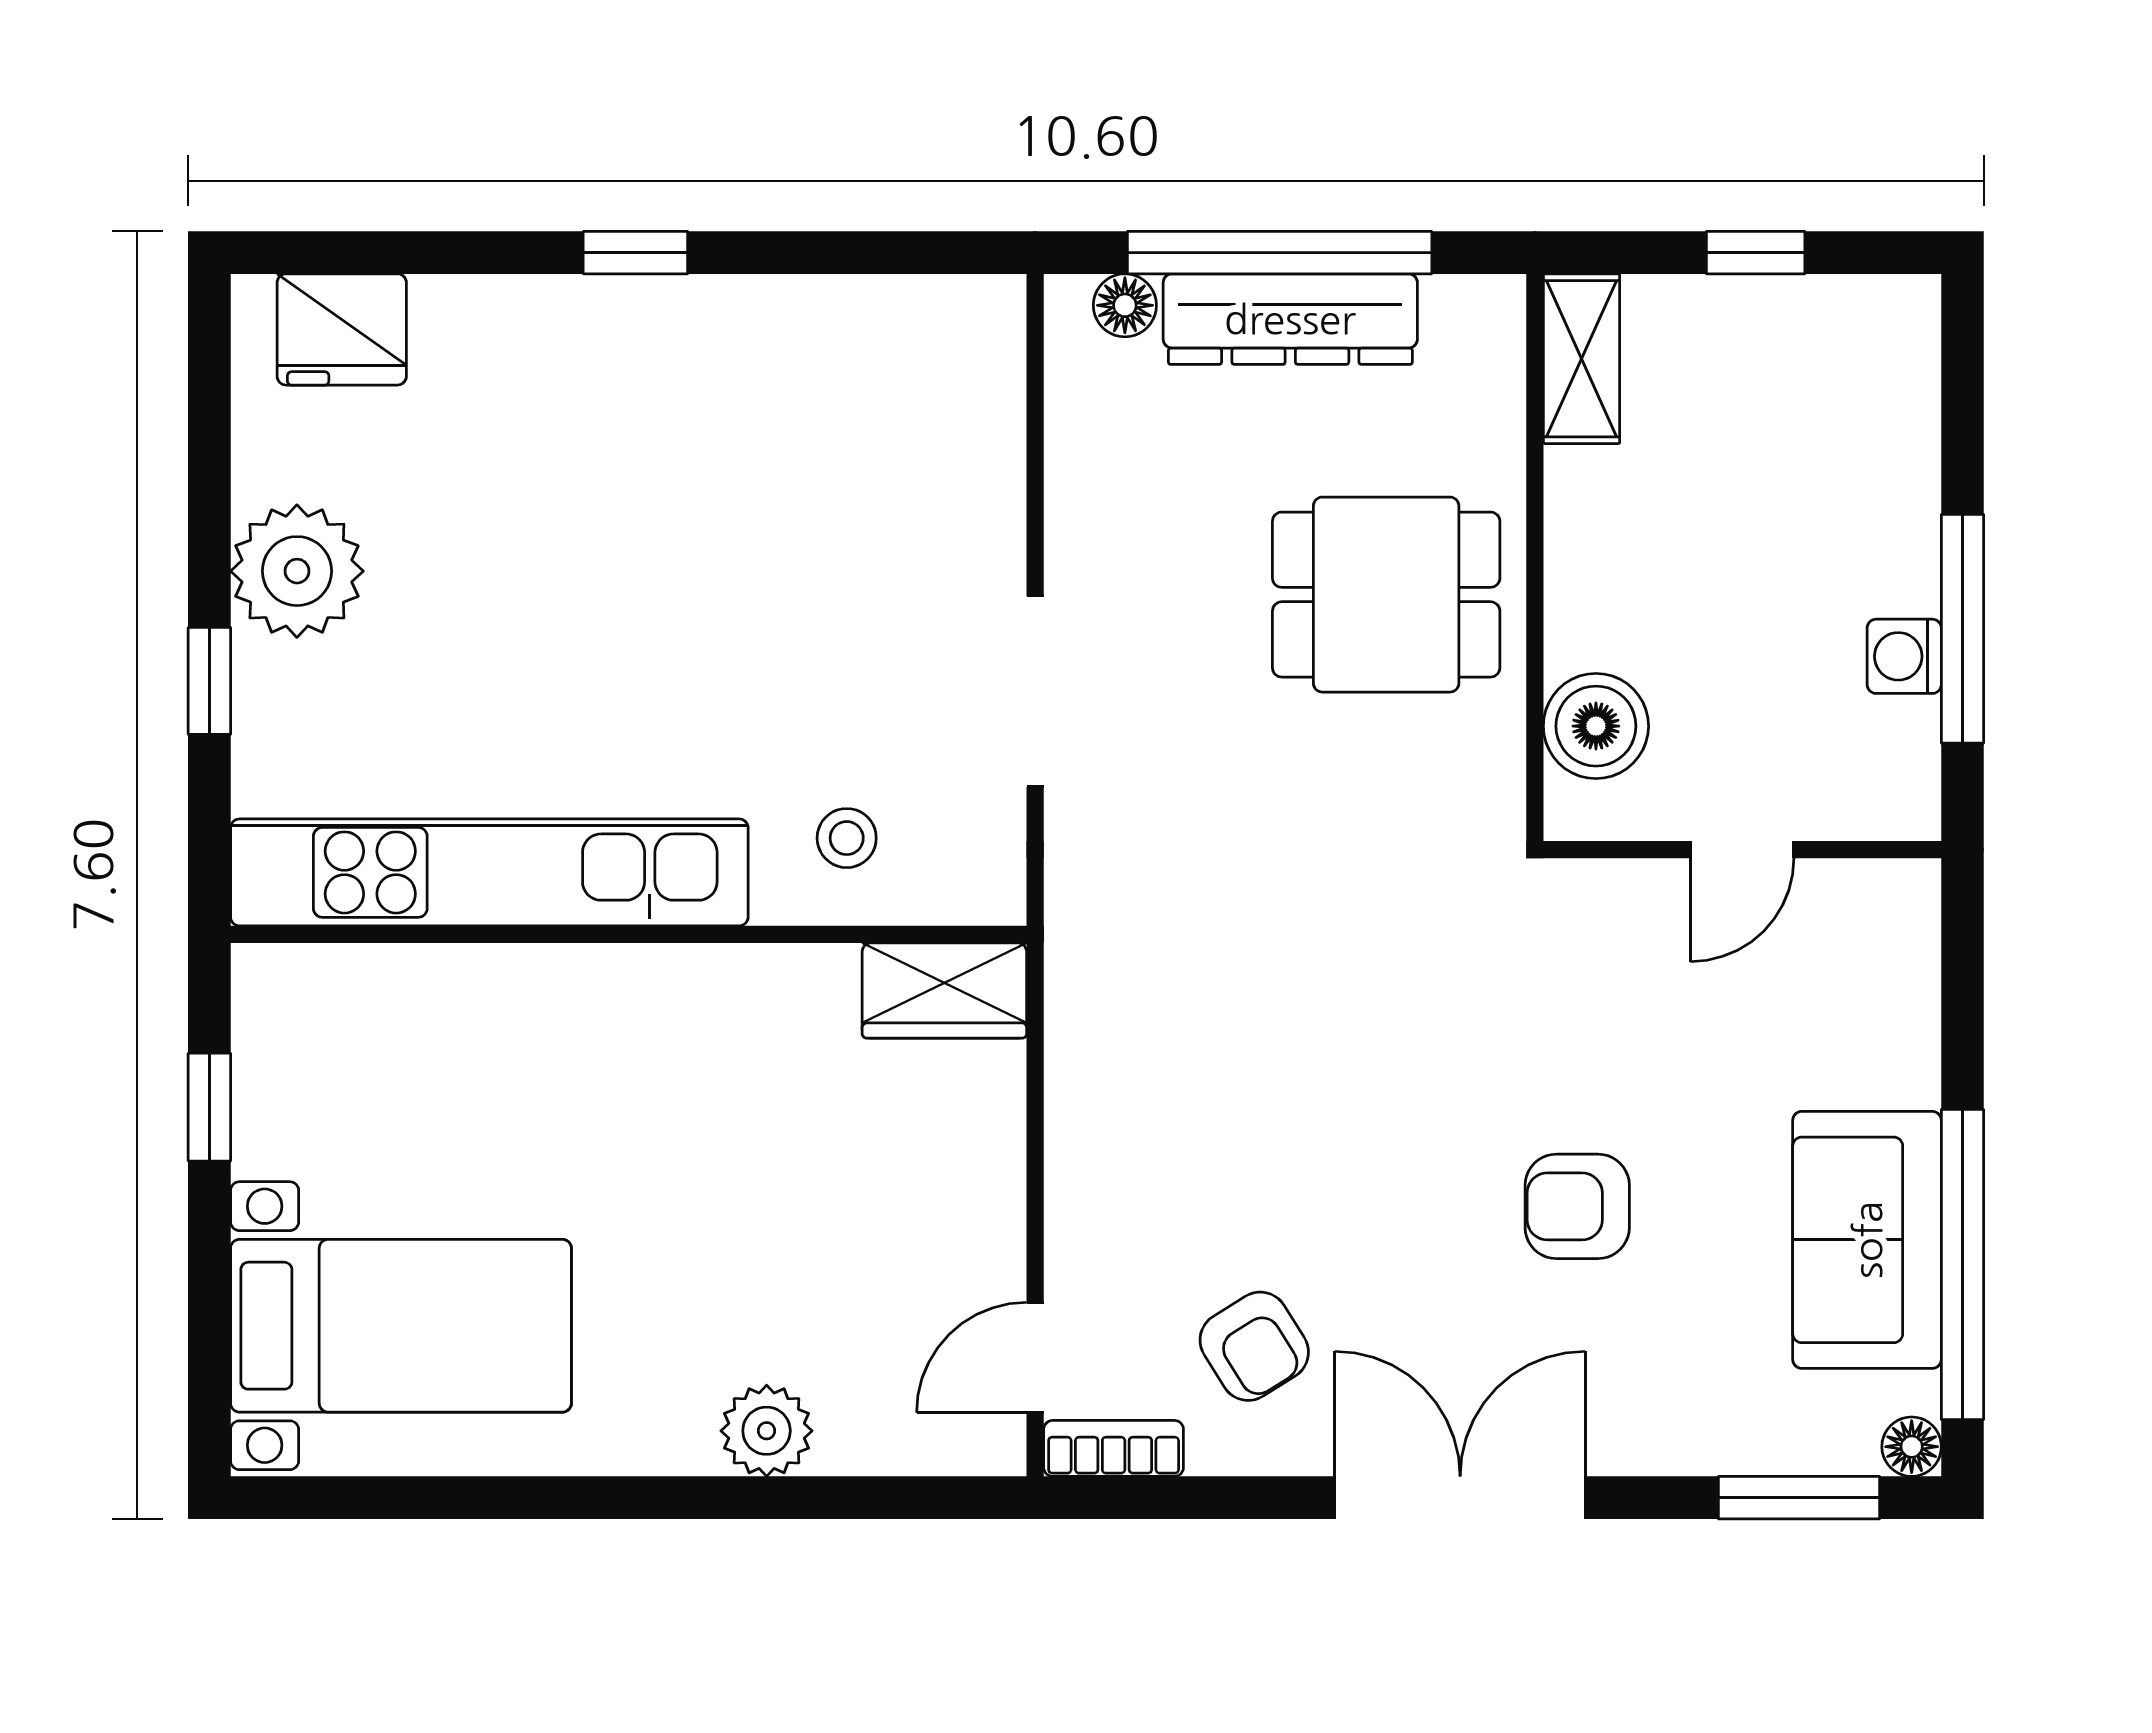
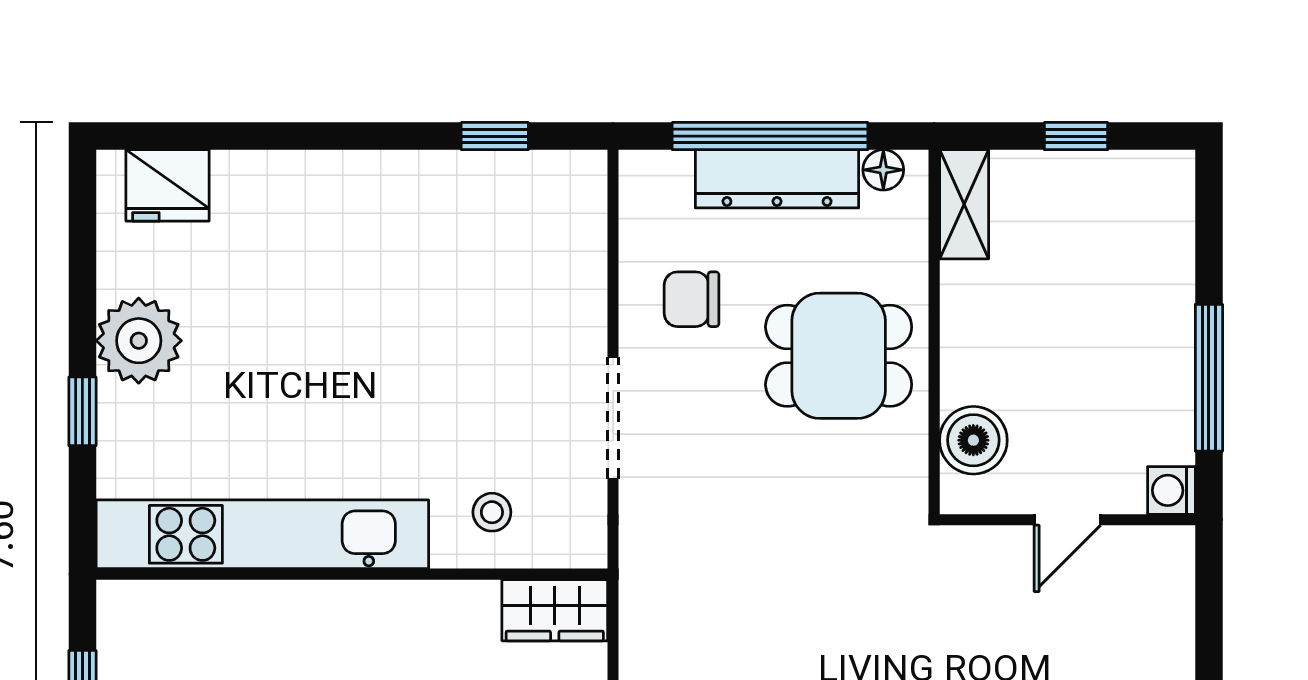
window: (635, 253) -> (495, 136), moved
floor lamp: (1125, 305) -> (883, 170), moved
chair: (1157, 507) -> (692, 299), added
washing machine: (1904, 656) -> (1171, 490), moved

